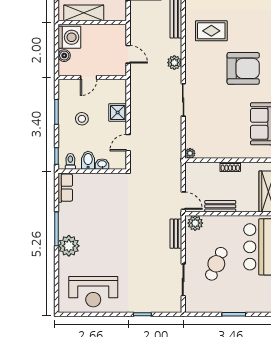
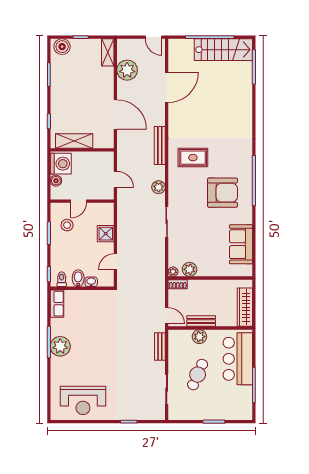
stool: (82, 119) -> (67, 225), moved
plant: (208, 151) -> (189, 269), added
shoe rack: (230, 167) -> (178, 284), moved
plant: (195, 223) -> (199, 337), moved
plant: (69, 246) -> (60, 346), moved

